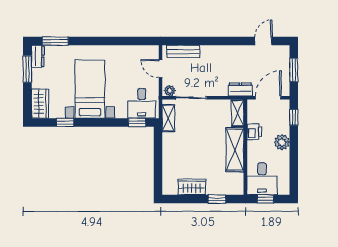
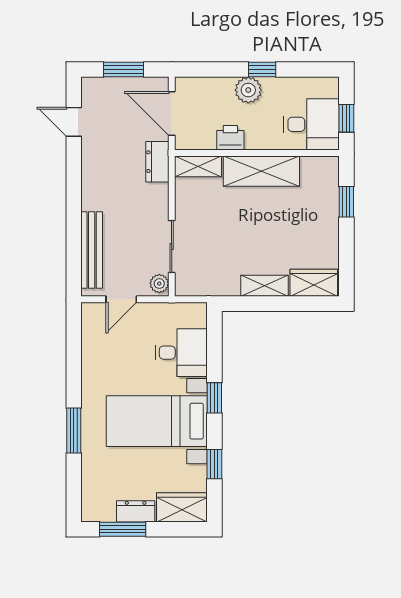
window: (55, 41) -> (74, 430), moved
bench: (183, 51) -> (92, 250), width x1.36
dresser: (38, 56) -> (136, 511), moved
desk: (142, 103) -> (181, 353), moved
window: (294, 117) -> (262, 69), moved
shelving: (168, 118) -> (265, 286), moved
window: (137, 122) -> (214, 398), moved
wardrobe: (192, 187) -> (314, 283), moved, turned 90

